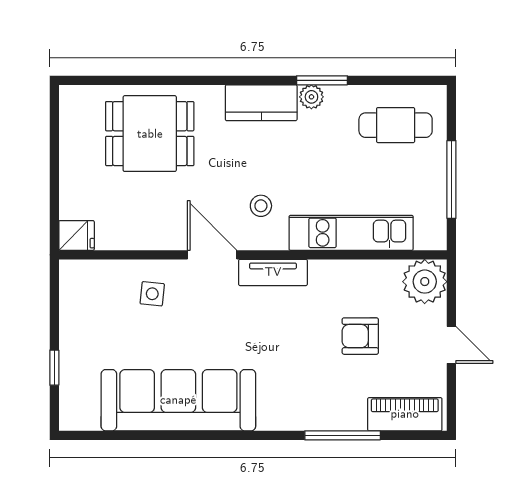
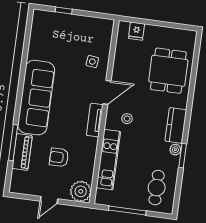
fridge: (77, 235) -> (137, 31), moved
armchair: (360, 336) -> (59, 157), turned -90
sofa: (178, 400) -> (36, 98), moved
piano: (405, 414) -> (22, 152), moved

